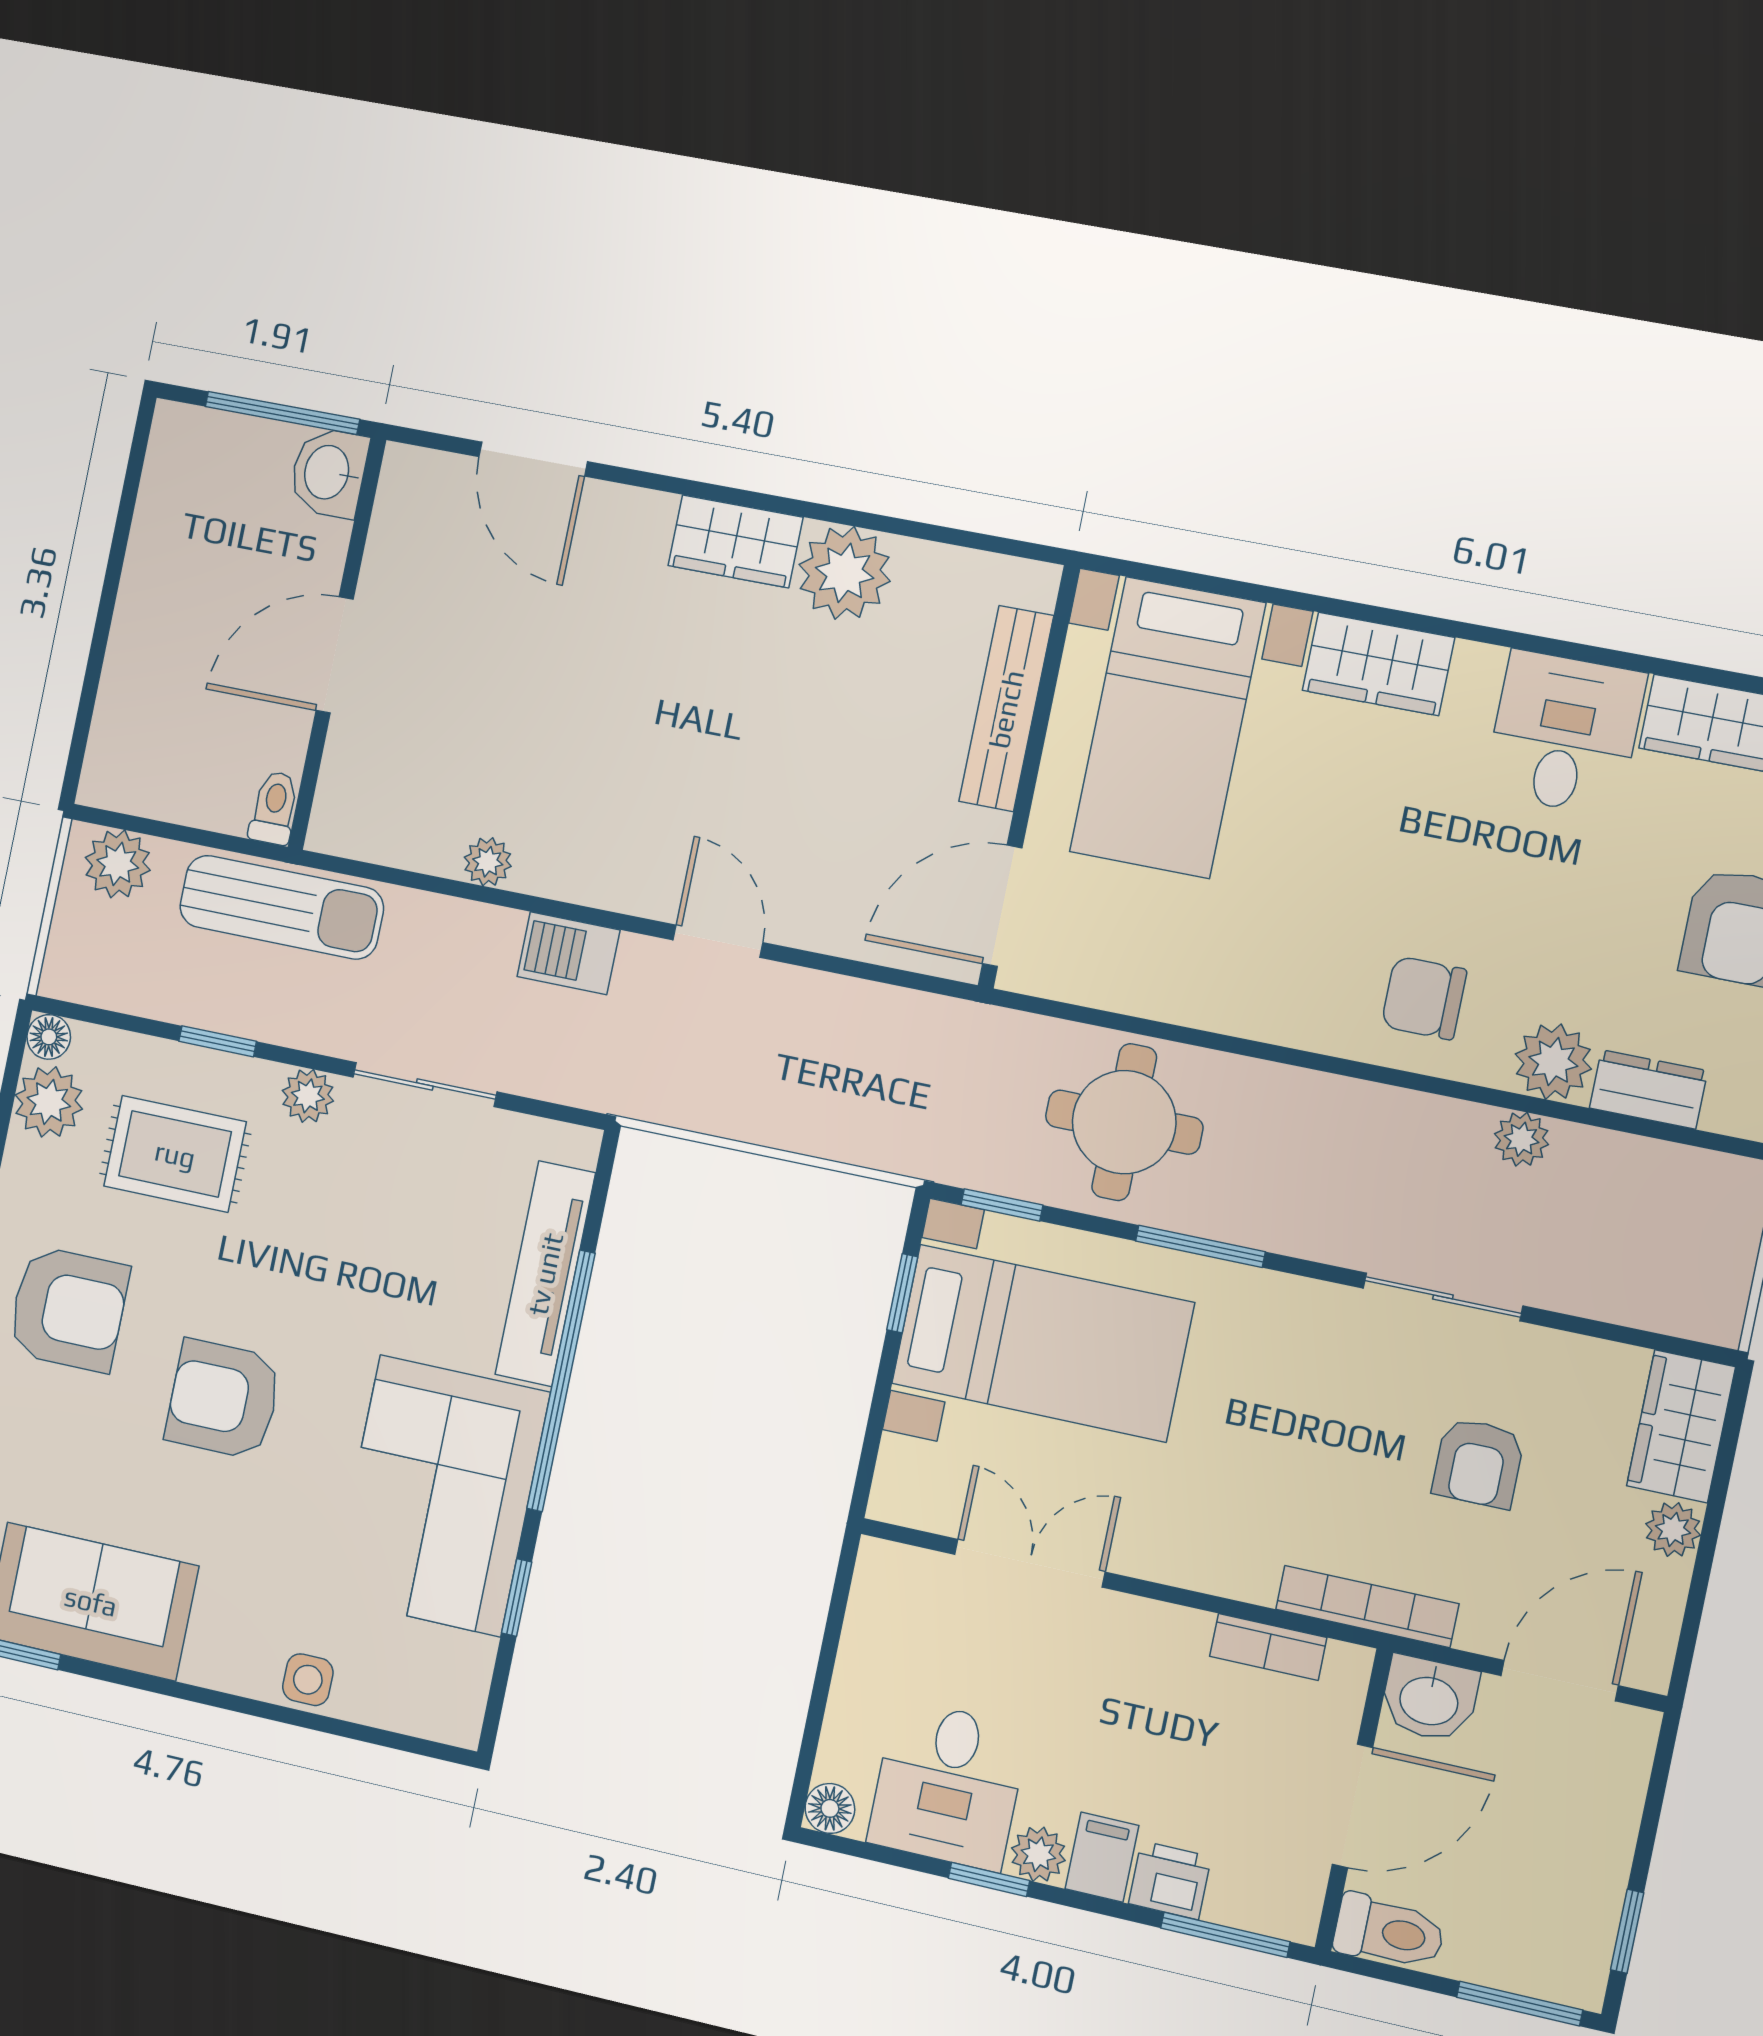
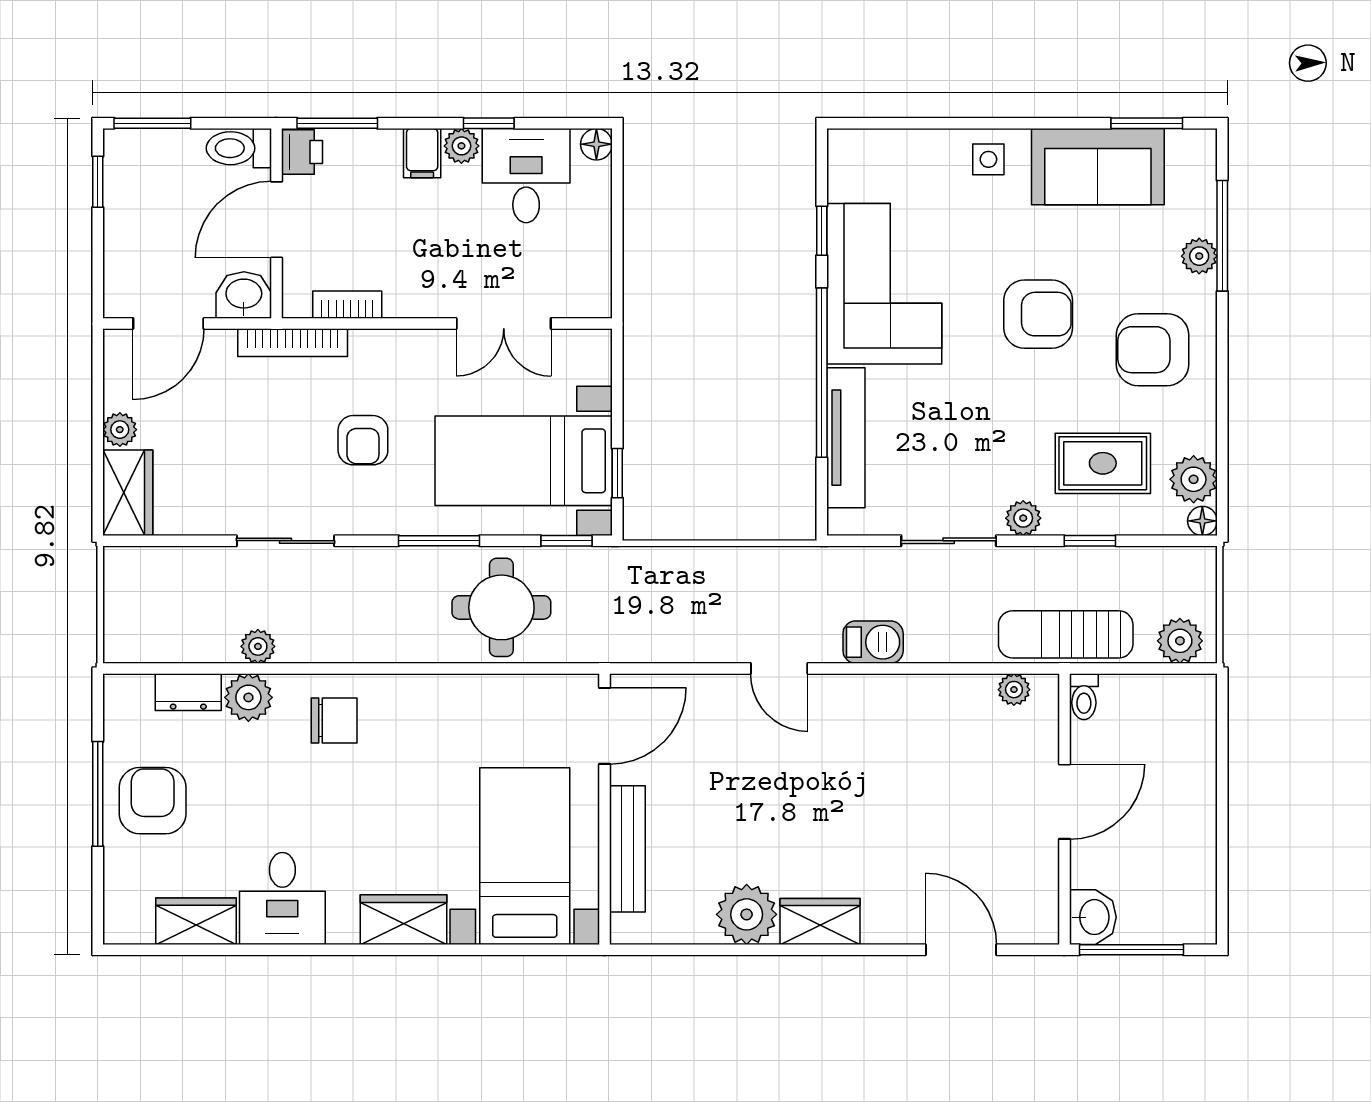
plant: (488, 862) -> (1014, 690), moved
armchair: (1478, 1463) -> (363, 440), moved, turned 180
side table: (308, 1680) -> (988, 159), moved
printer: (1170, 1880) -> (302, 152), moved, turned -90

